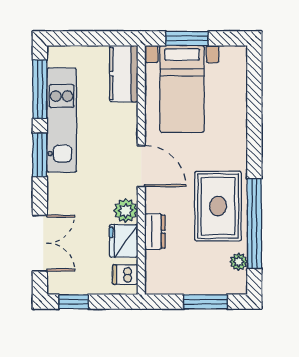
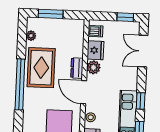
stool: (127, 122) -> (91, 117), added
window: (40, 155) -> (141, 101), width x0.67
window: (254, 223) -> (20, 84), moved
dresser: (155, 232) -> (77, 68), moved

